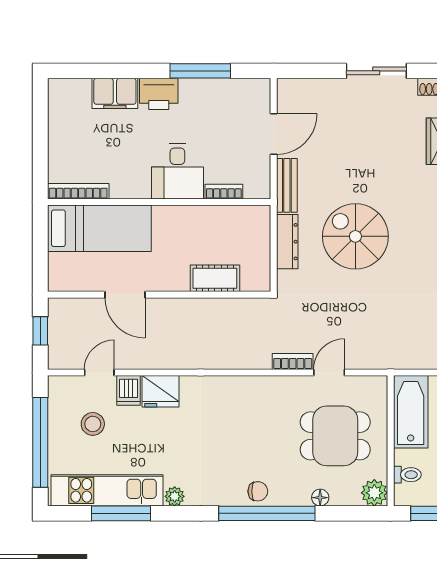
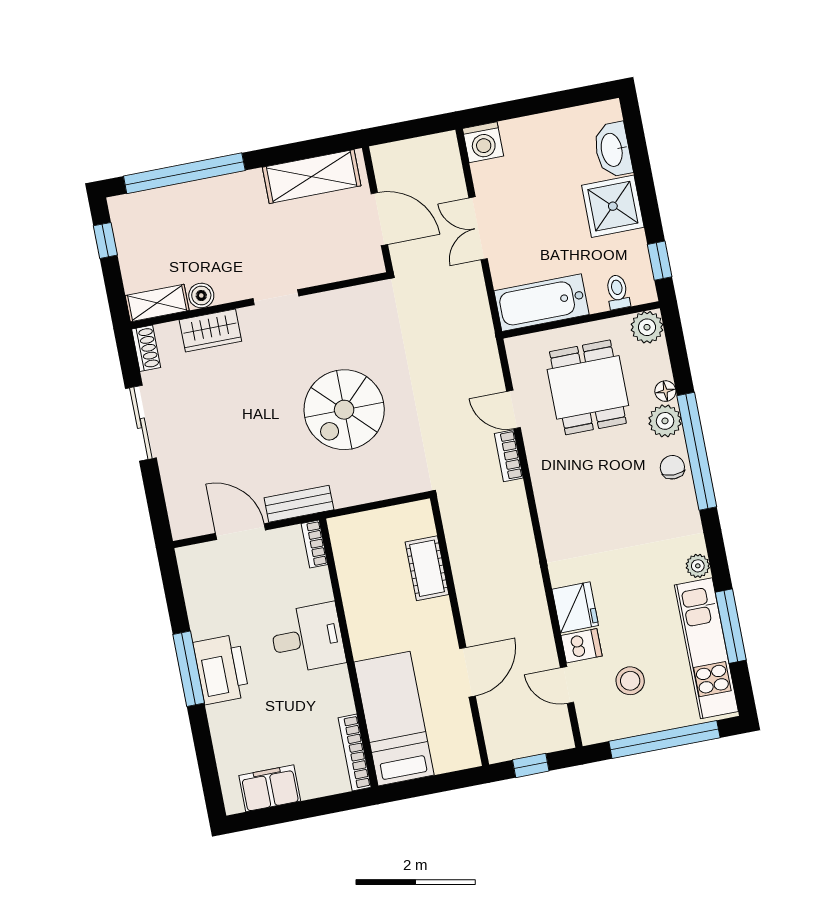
window: (200, 71) -> (189, 669), moved
filing cabinet: (115, 93) -> (270, 788), moved, turned -90
printer: (159, 94) -> (221, 669), width x1.37, depth x1.19
bookcase: (224, 192) -> (314, 544), moved
dresser: (287, 242) -> (366, 490), removed
plant: (296, 493) -> (665, 421), added

